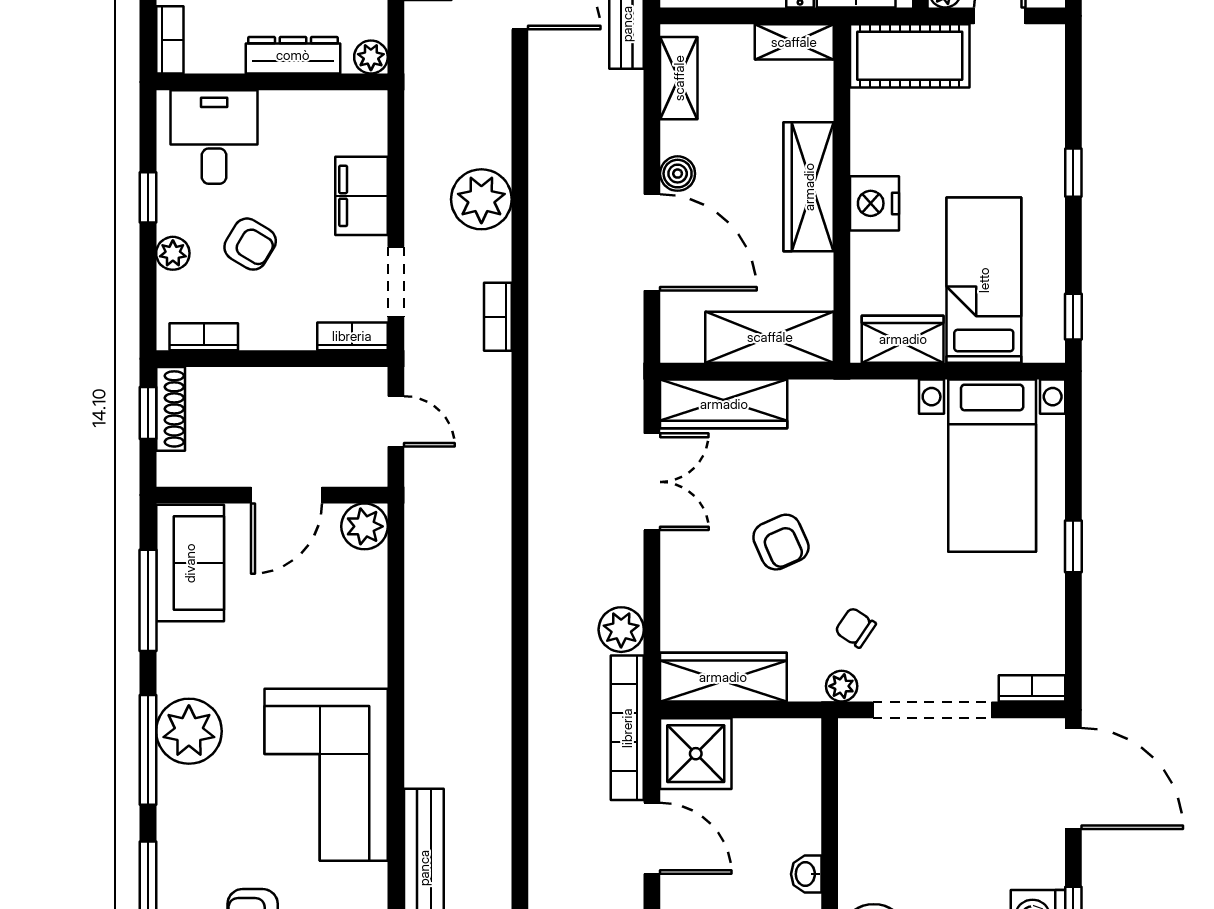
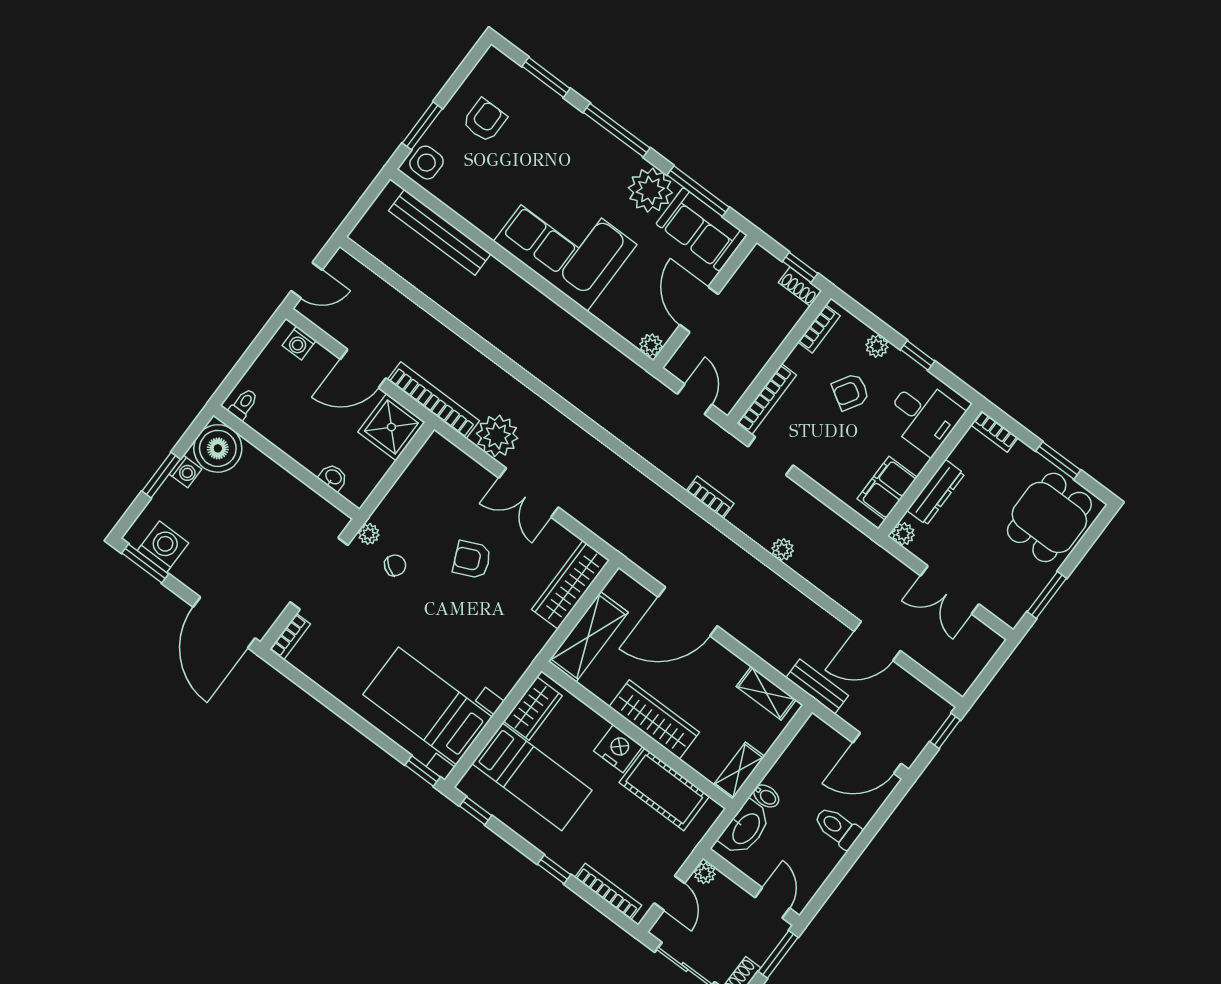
cot: (910, 56) -> (664, 789), moved, turned 90
bookcase: (1052, 89) -> (608, 892), added
boiler: (678, 174) -> (715, 653), removed
filing cabinet: (361, 196) -> (887, 488), moved, turned -90
plant: (481, 199) -> (783, 550), width x0.53, depth x0.53
bookcase: (352, 336) -> (767, 399), width x1.56
shoe rack: (171, 409) -> (800, 287), width x0.70
door: (396, 421) -> (695, 399), swing flipped
double door: (652, 482) -> (529, 493), moved
plant: (365, 526) -> (651, 345), width x0.73, depth x0.73
window: (1073, 546) -> (423, 771), moved
plant: (621, 630) -> (497, 436), width x1.36, depth x1.36
wardrobe: (723, 677) -> (422, 473), removed
plant: (189, 731) -> (650, 190), moved
corner sofa: (326, 775) -> (565, 243), moved
door: (1073, 778) -> (224, 623), hinge flipped
washbasin: (806, 874) -> (333, 477), moved

